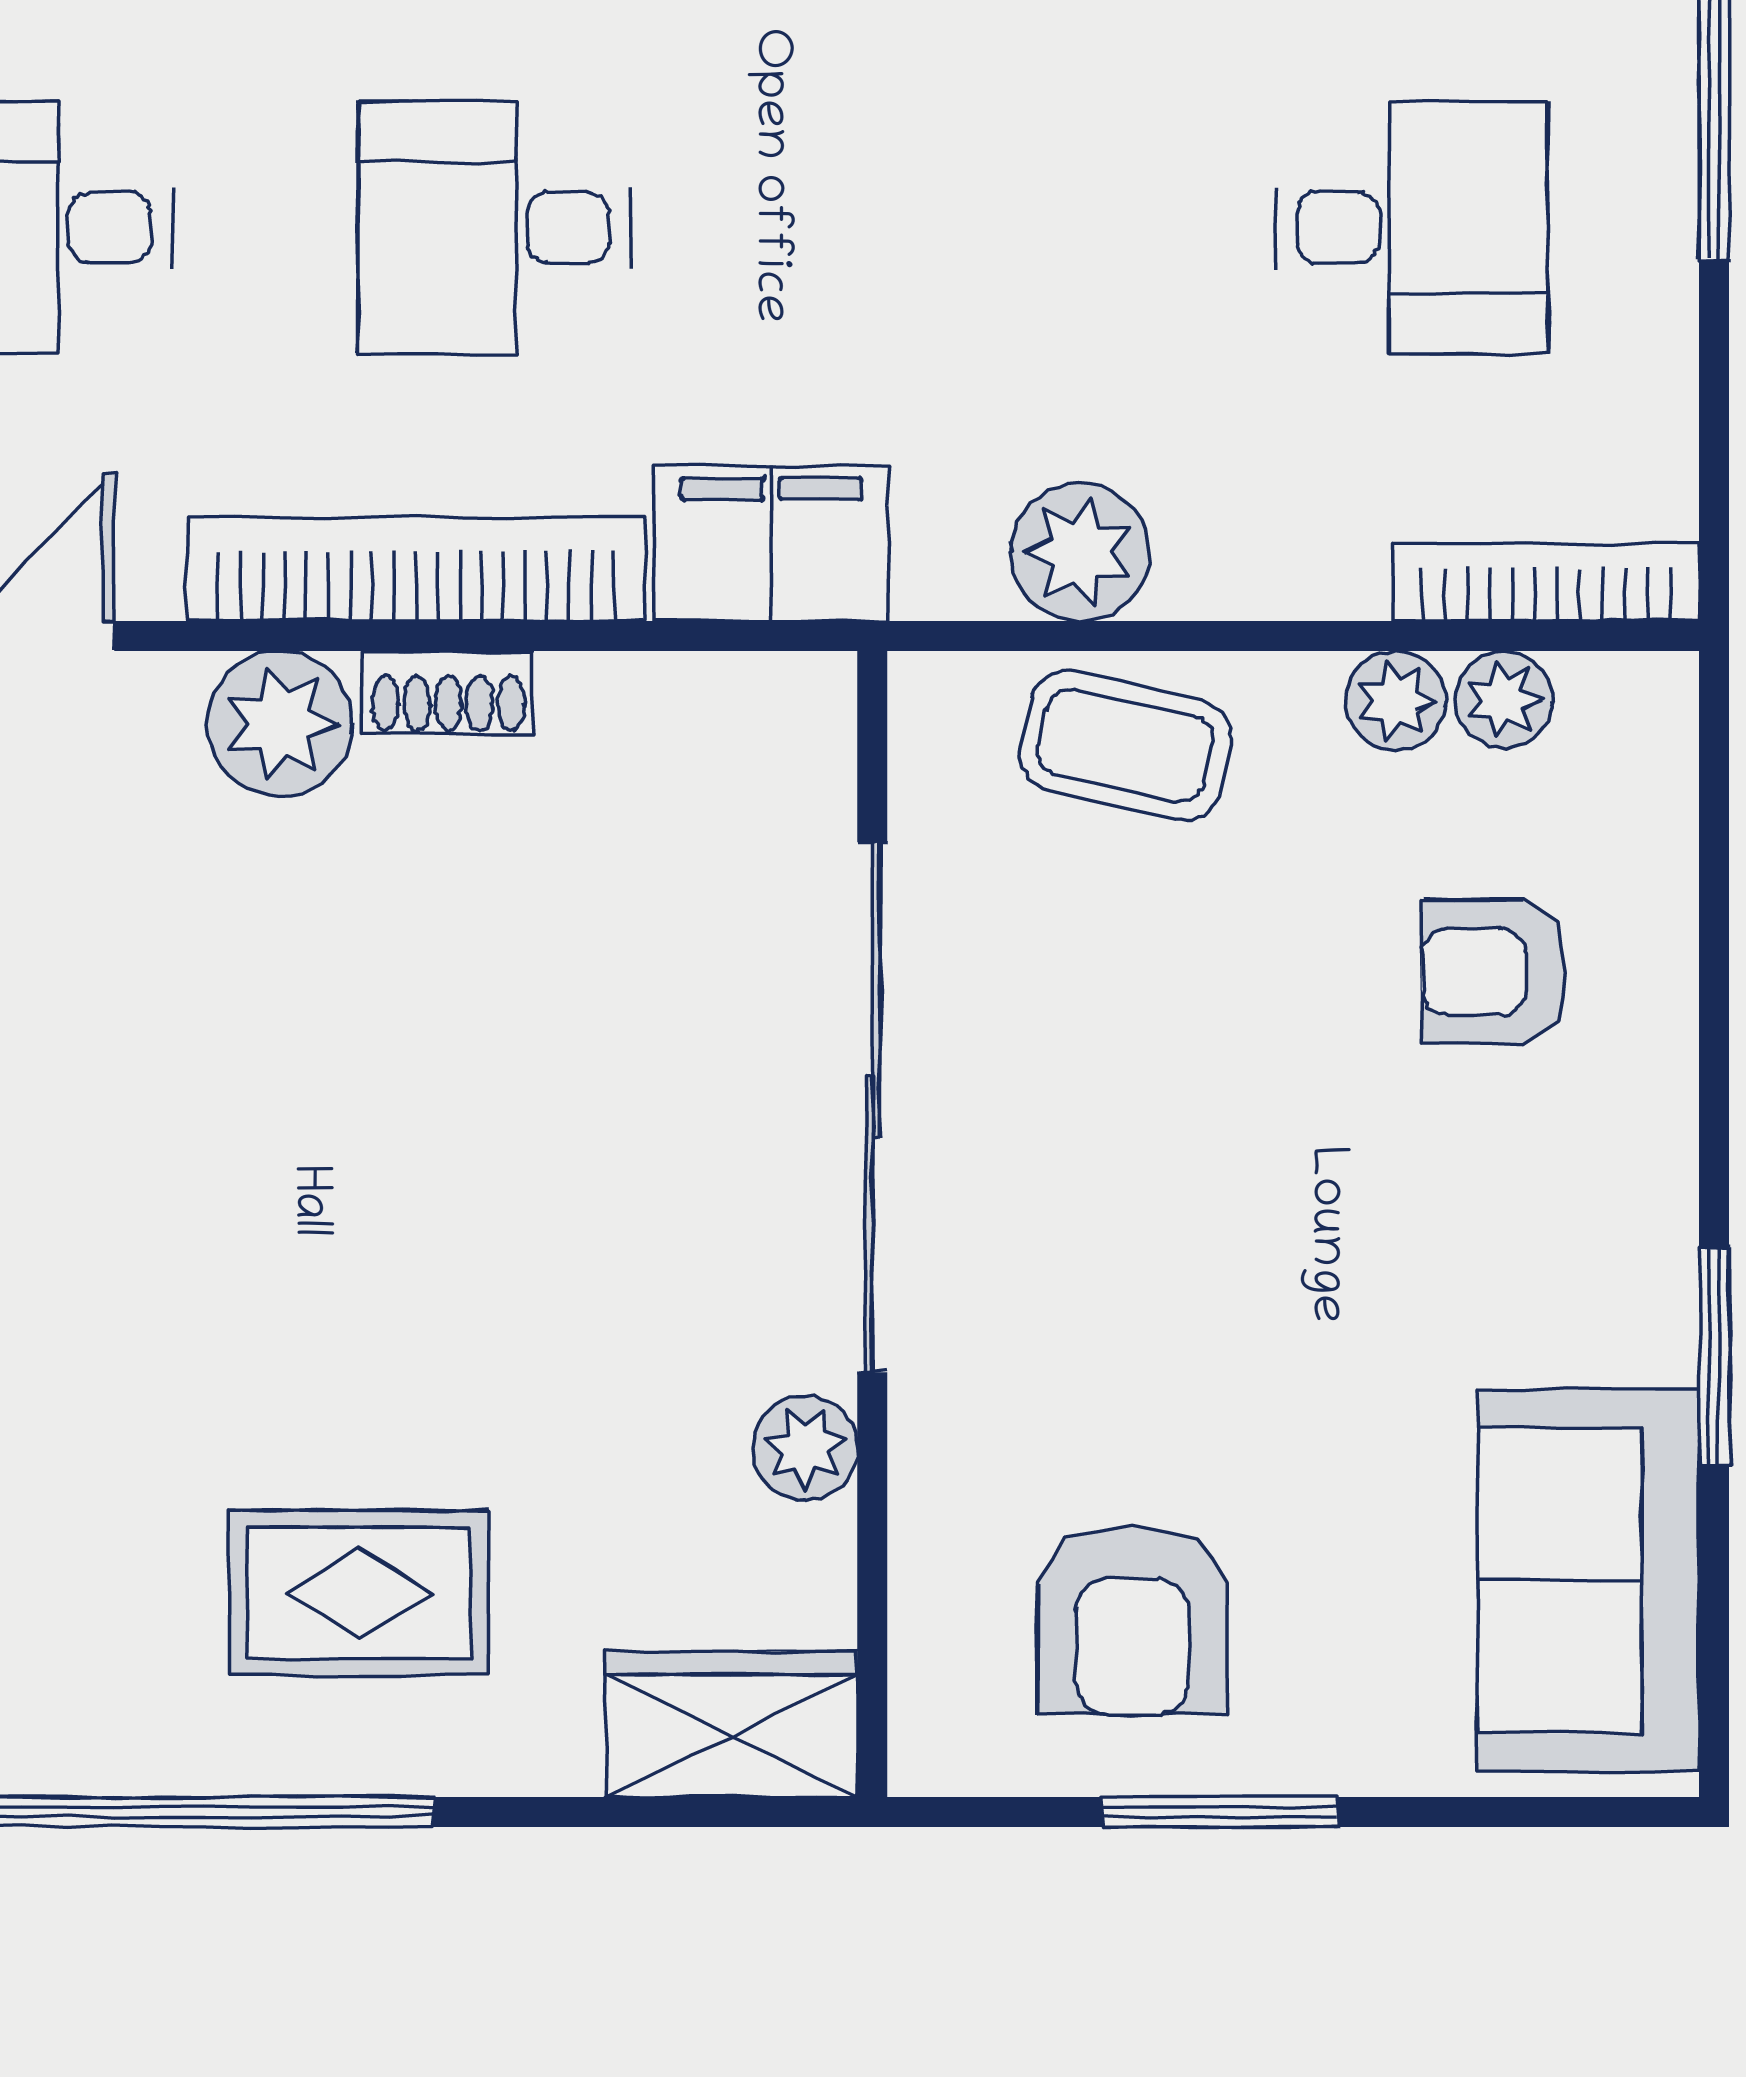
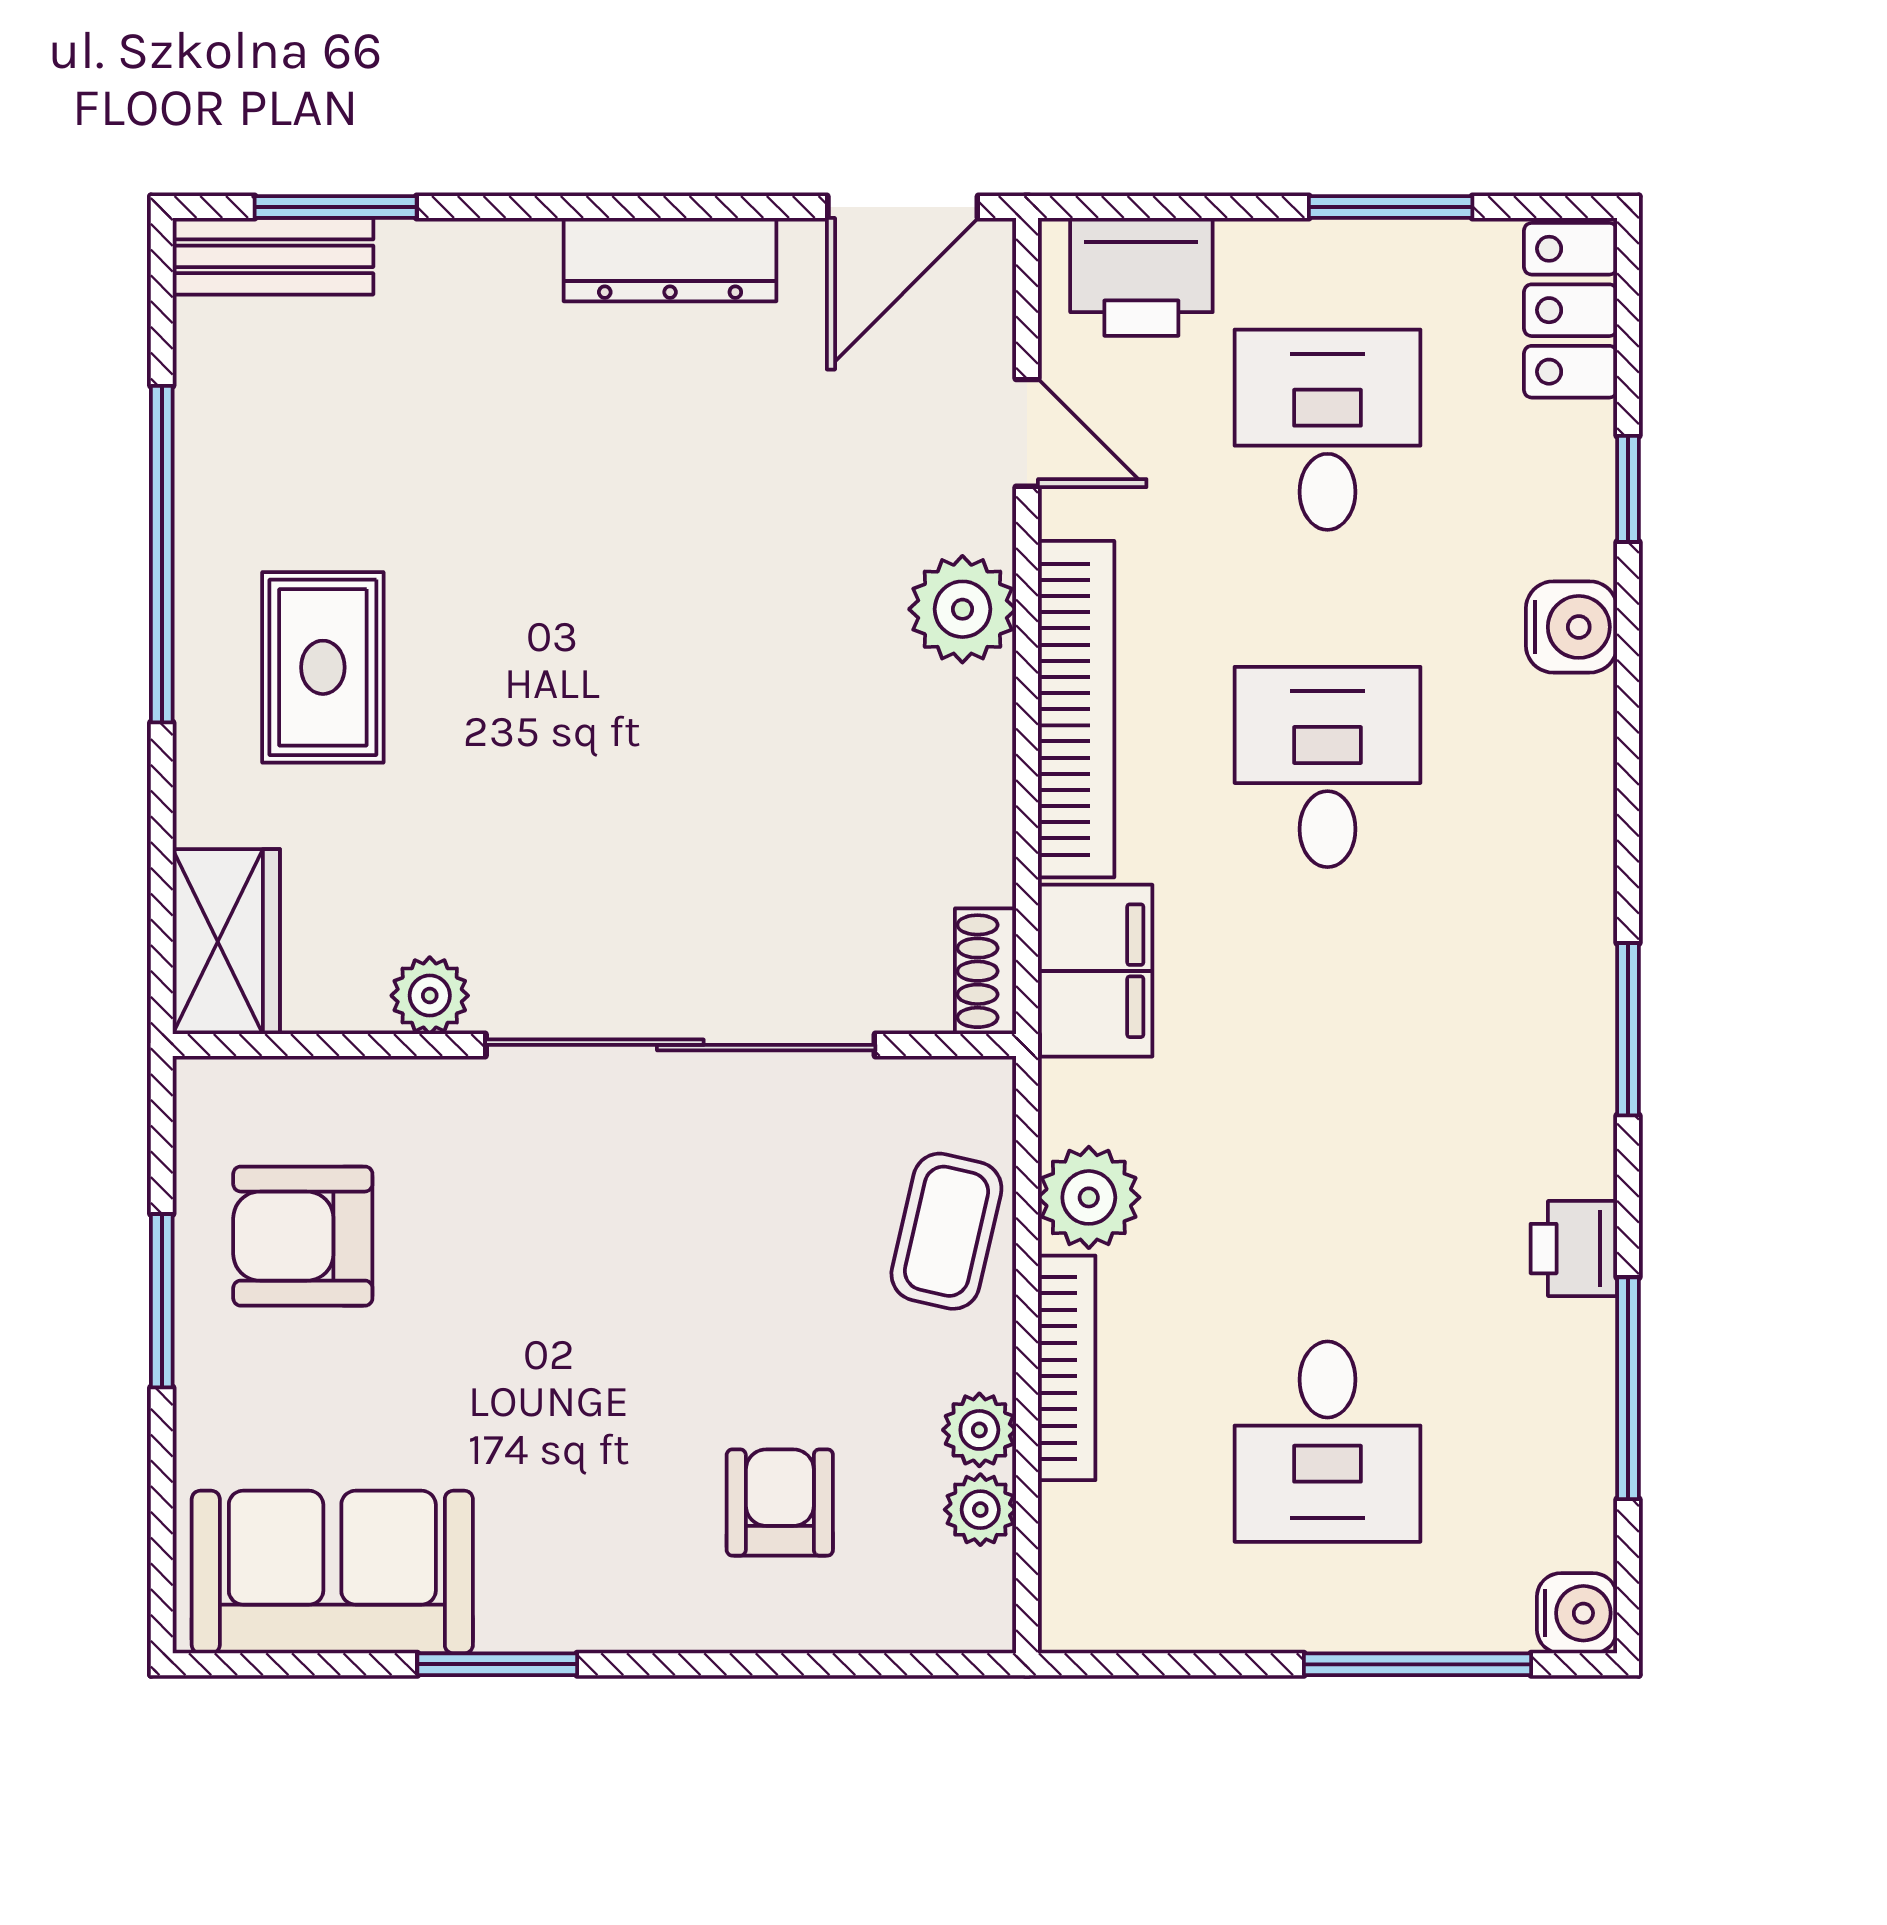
bookcase: (1547, 582) -> (1067, 1368), moved
shoe rack: (448, 692) -> (985, 971), moved

